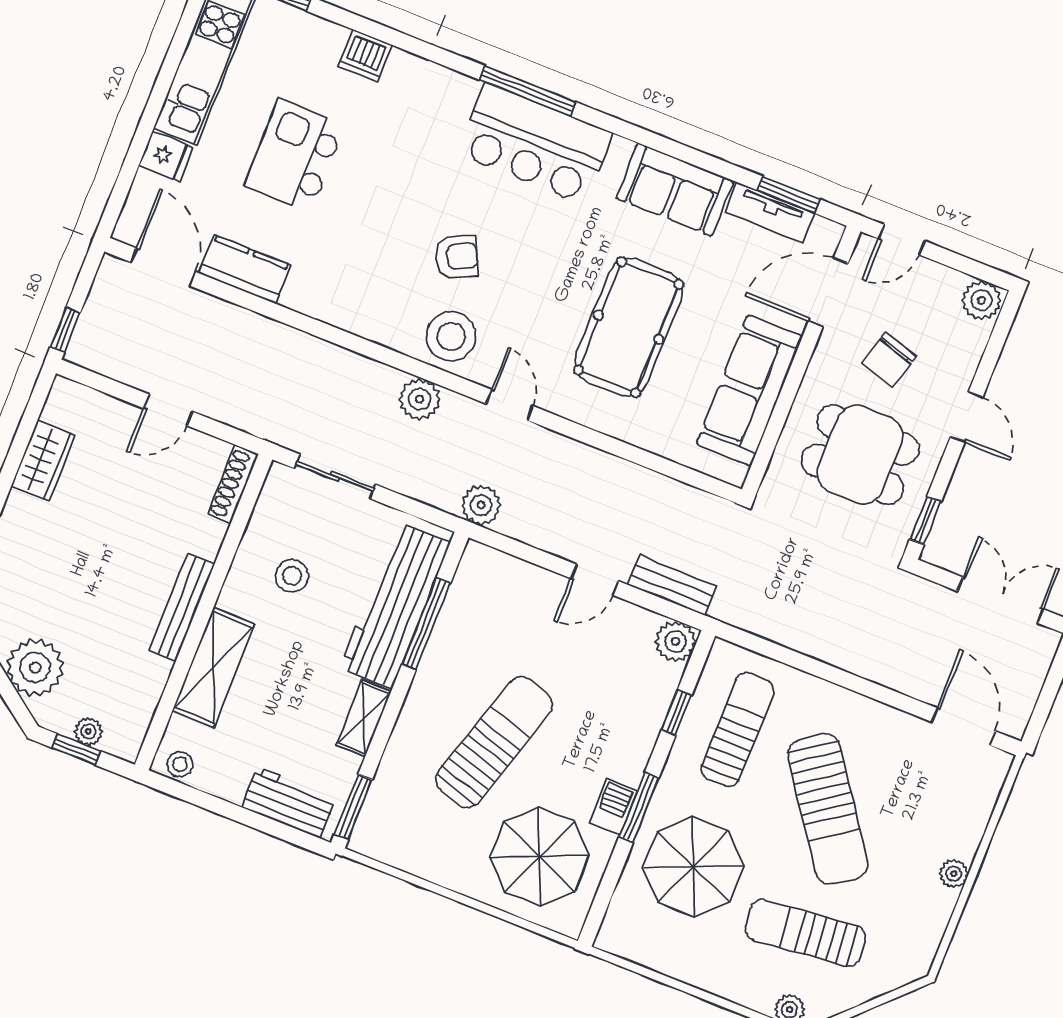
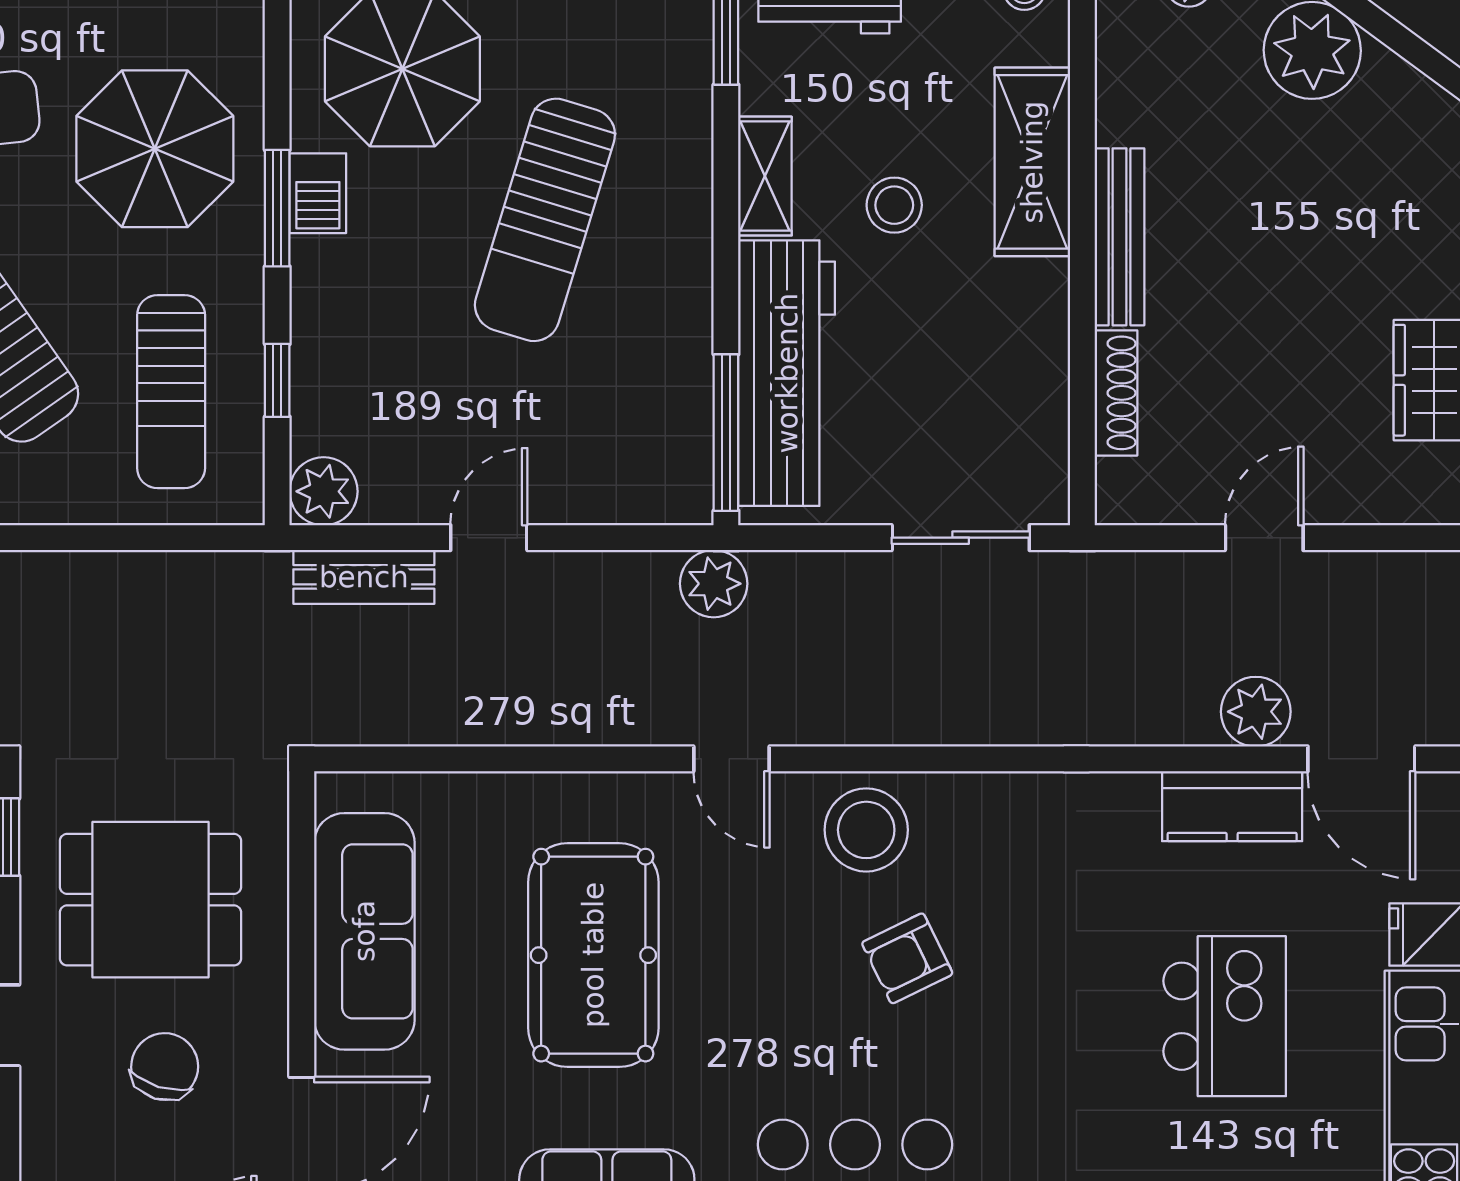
plant: (420, 399) -> (1256, 712), moved
shoe rack: (233, 484) -> (1116, 393), moved
stool: (292, 576) -> (894, 205), moved
window: (426, 624) -> (726, 433), moved

